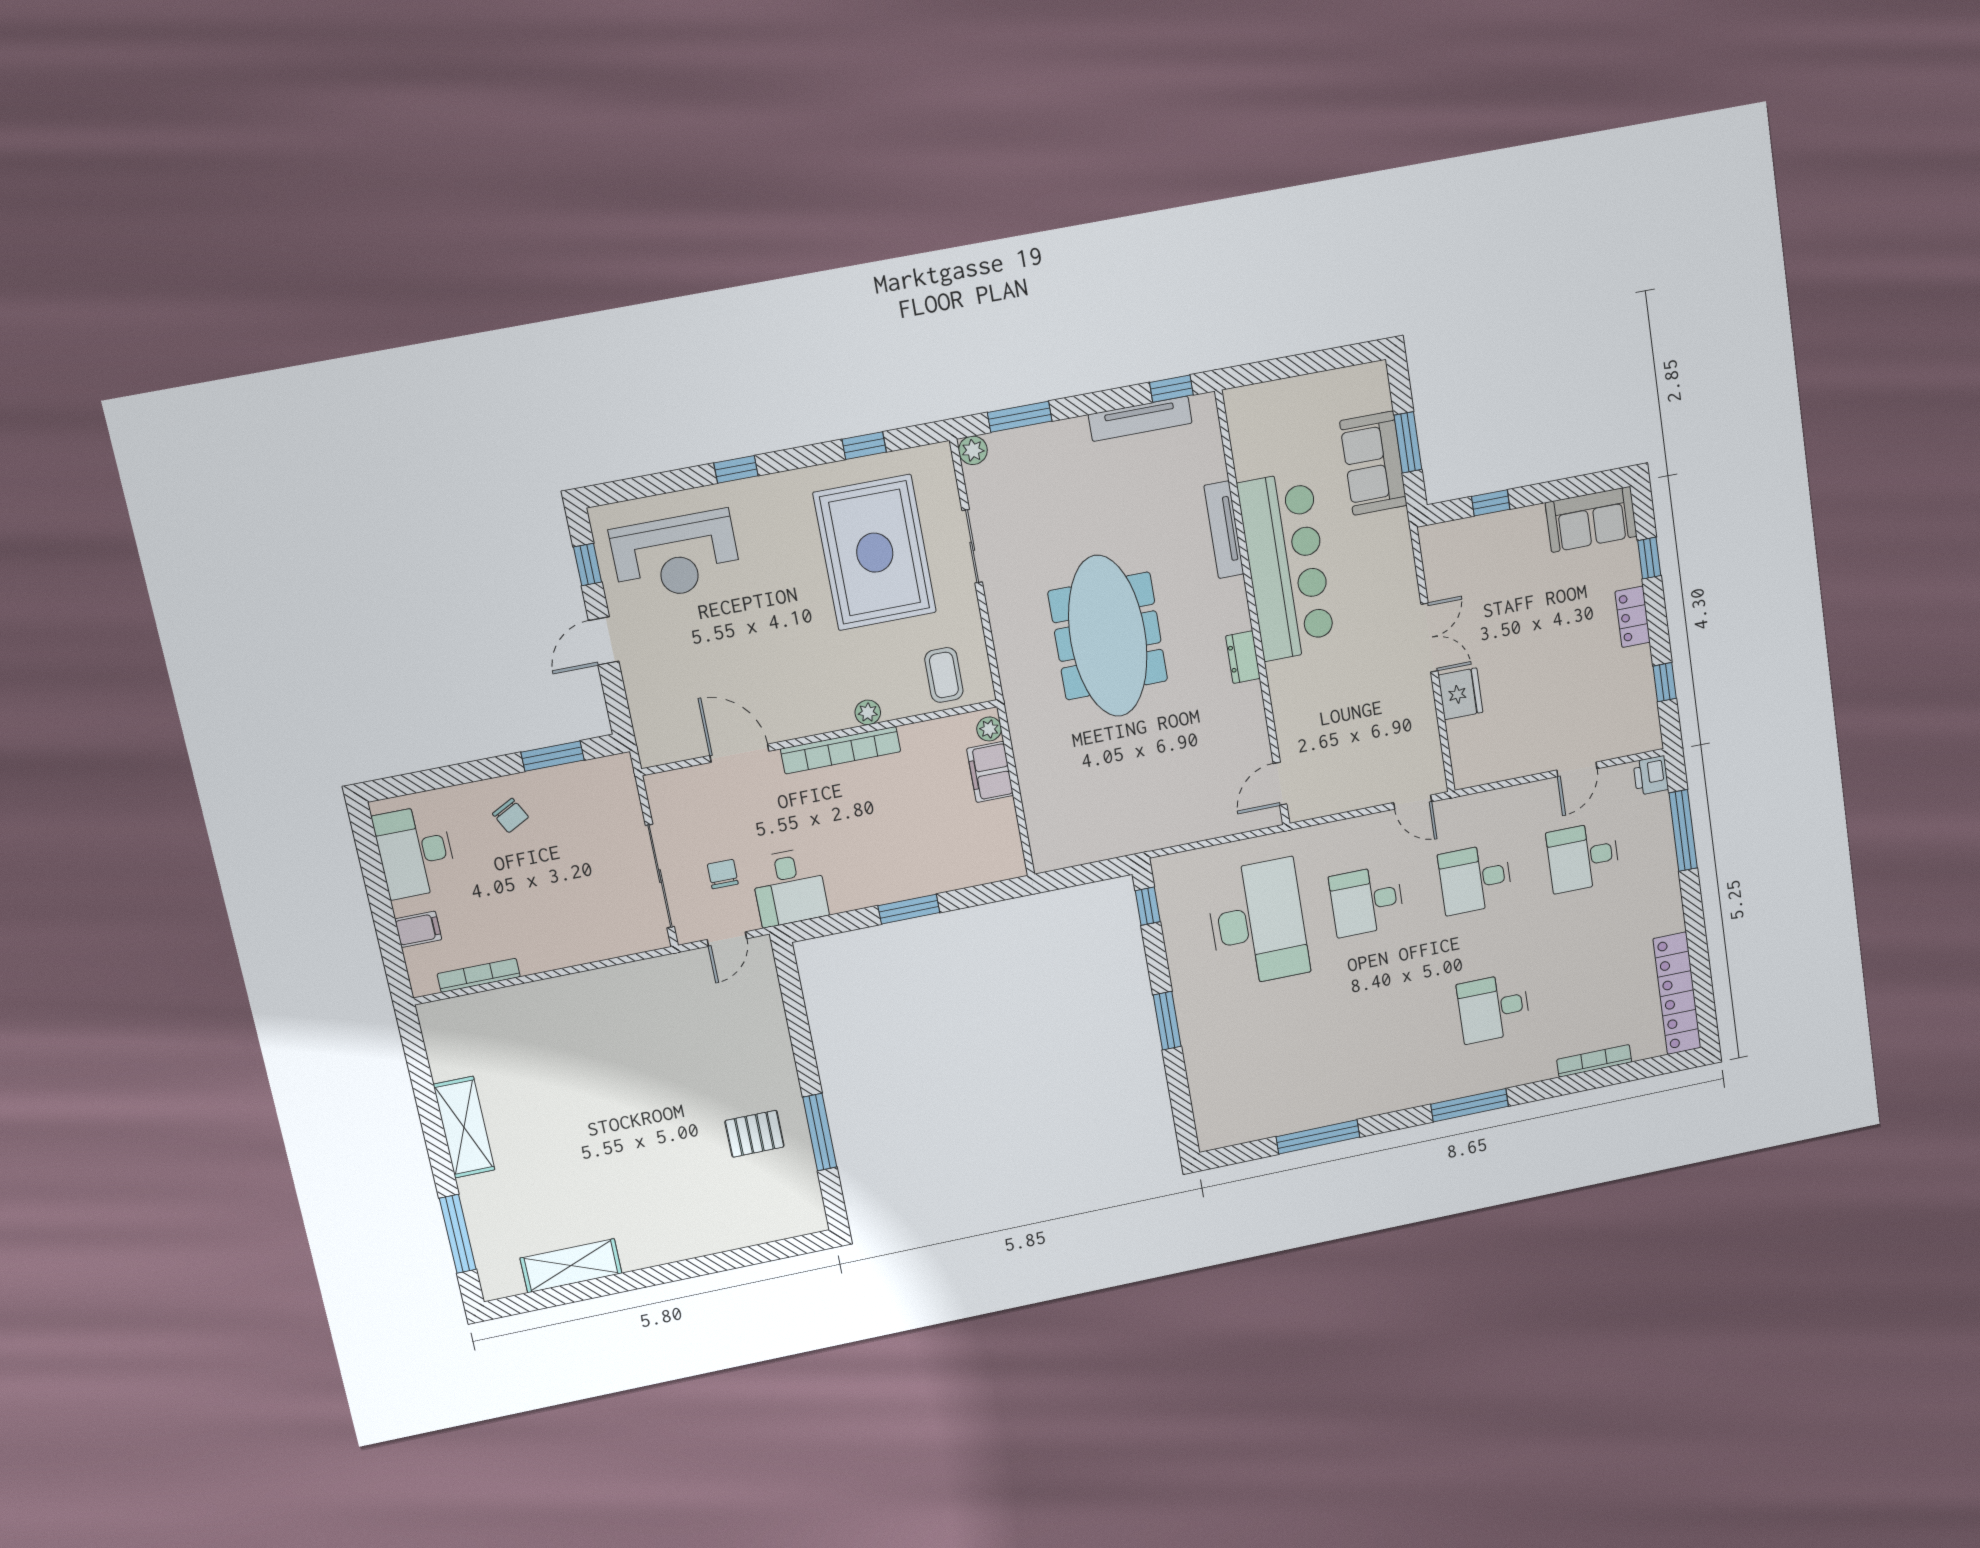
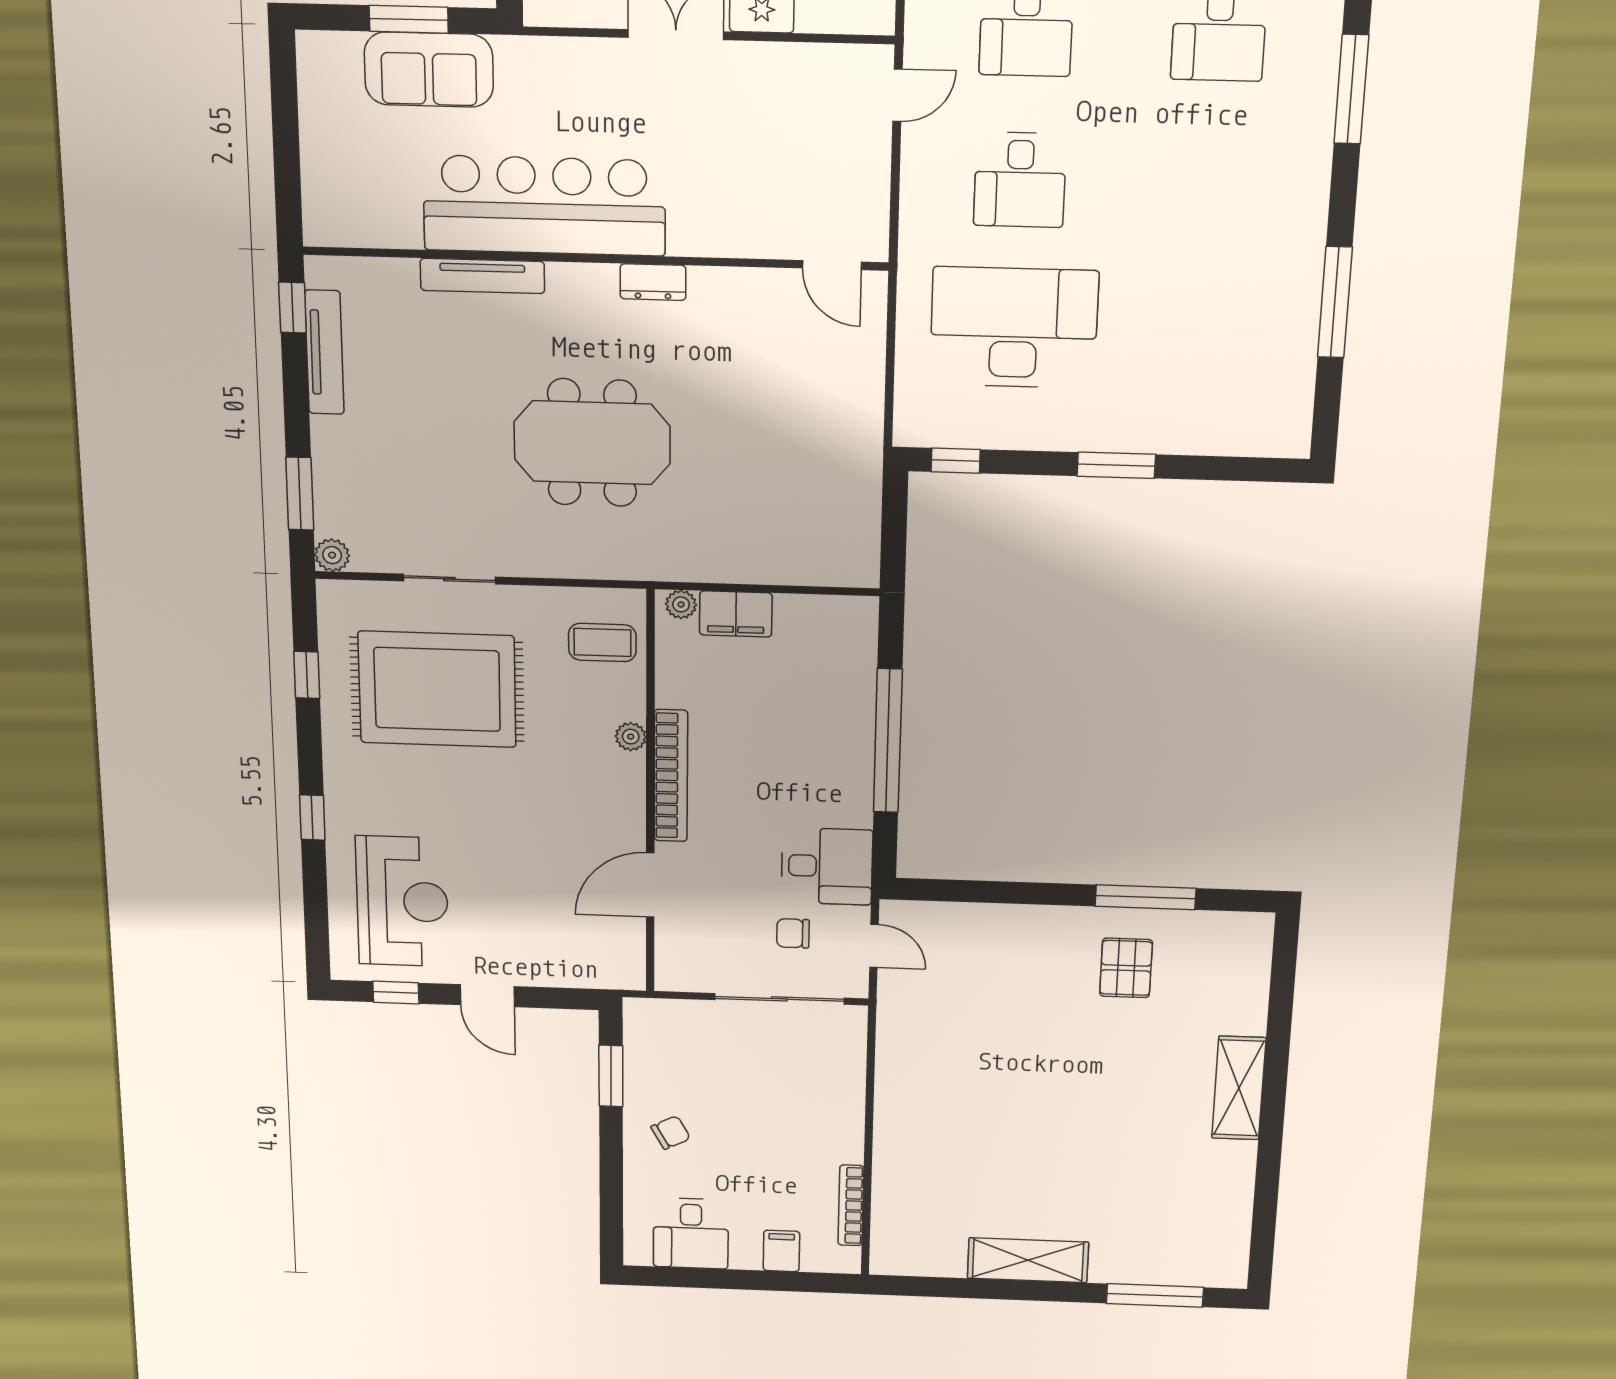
meeting table: (1108, 636) -> (592, 443), width x0.73
desk: (415, 852) -> (691, 1233), width x0.73
window: (909, 909) -> (888, 741), width x2.11
shelving: (571, 1266) -> (1239, 1088), moved

